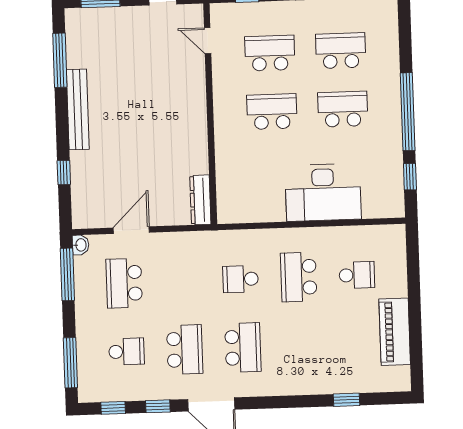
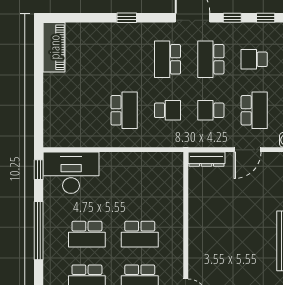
window: (410, 177) -> (39, 170), moved
desk: (323, 192) -> (71, 173), moved
dresser: (200, 200) -> (206, 159), moved, turned 90
school desk: (357, 275) -> (211, 110), moved
piano: (395, 332) -> (54, 47), moved
window: (347, 400) -> (127, 18), moved

